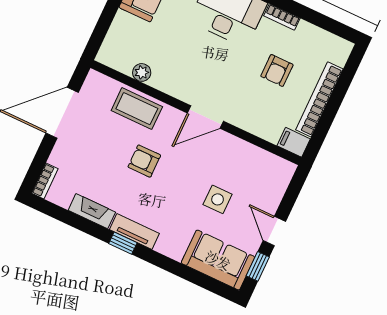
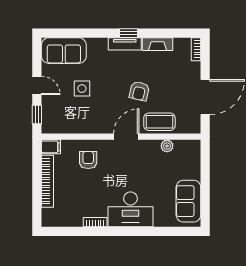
armchair: (277, 70) -> (88, 160), moved
door: (205, 117) -> (126, 137), moved
armchair: (144, 161) -> (139, 91), turned 103
window: (258, 266) -> (37, 114), moved

